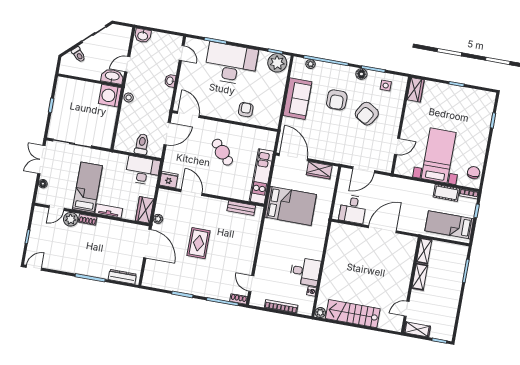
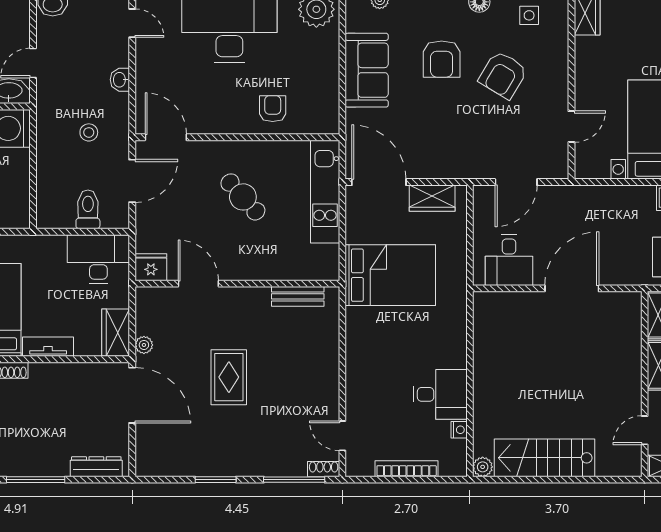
stool: (129, 97) -> (89, 132), moved
kitchen unit: (261, 176) -> (325, 192), moved

